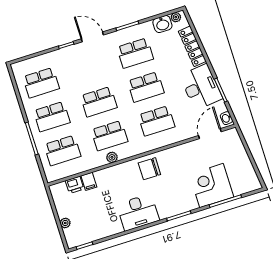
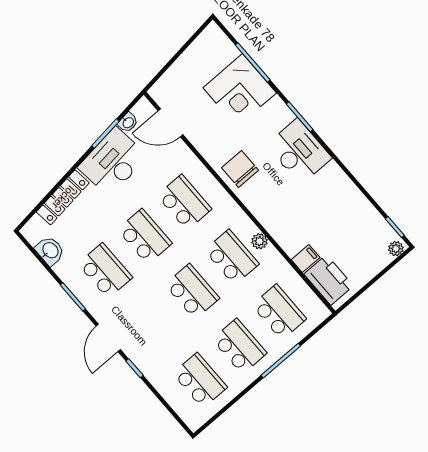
plant: (176, 17) -> (33, 237), removed
washbasin: (226, 118) -> (128, 122), moved
chair: (149, 169) -> (240, 169), moved, turned 180
printer: (75, 185) -> (329, 280), width x1.87, depth x1.48
desk: (138, 212) -> (299, 151), moved
plant: (65, 223) -> (396, 249), moved

